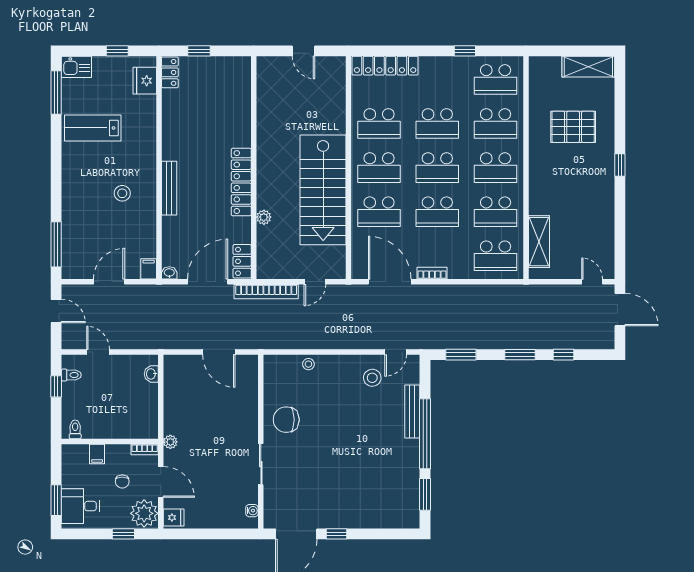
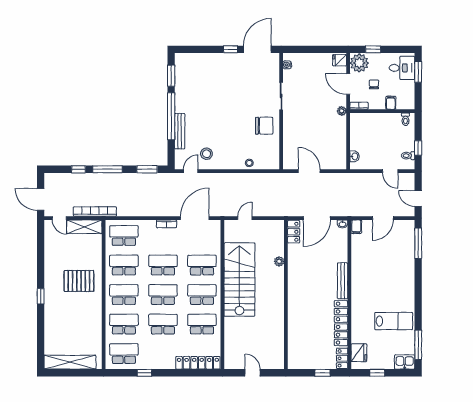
shelving: (588, 67) -> (70, 362), width x1.47
pallet: (573, 127) -> (79, 281), moved
locker: (241, 182) -> (341, 323), moved, turned 180
stool: (122, 193) -> (374, 277), removed
shelving: (539, 242) -> (84, 227), moved, turned 90
door: (390, 282) -> (195, 218), swing flipped
bookcase: (266, 292) -> (95, 211), moved
window: (520, 355) -> (108, 169), width x1.44

